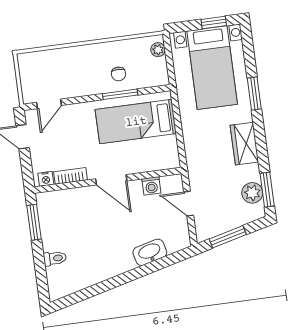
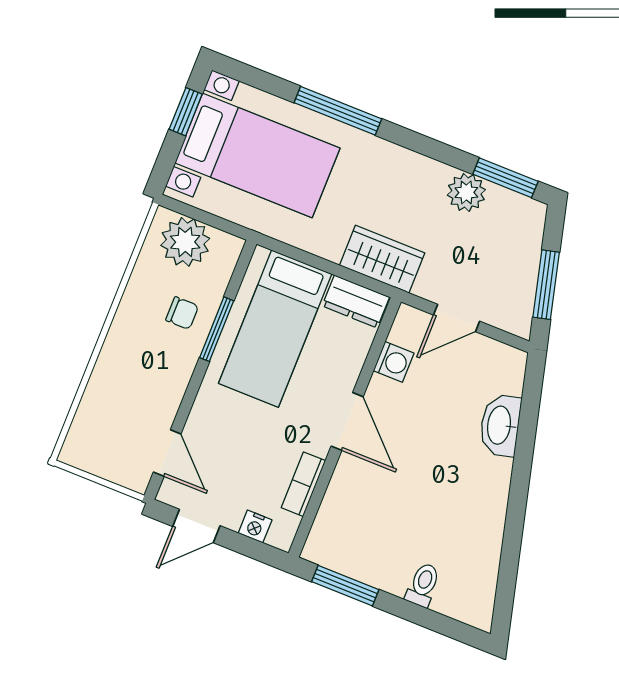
plant: (158, 50) -> (185, 242), width x1.87, depth x1.87
window: (254, 93) -> (338, 111), width x1.44
wardrobe: (244, 144) -> (382, 259), moved, turned 180
dresser: (170, 152) -> (356, 302), added
nightstand: (46, 179) -> (255, 526), moved, turned 90
door: (111, 180) -> (347, 421), hinge flipped
plant: (252, 193) -> (466, 192), moved

